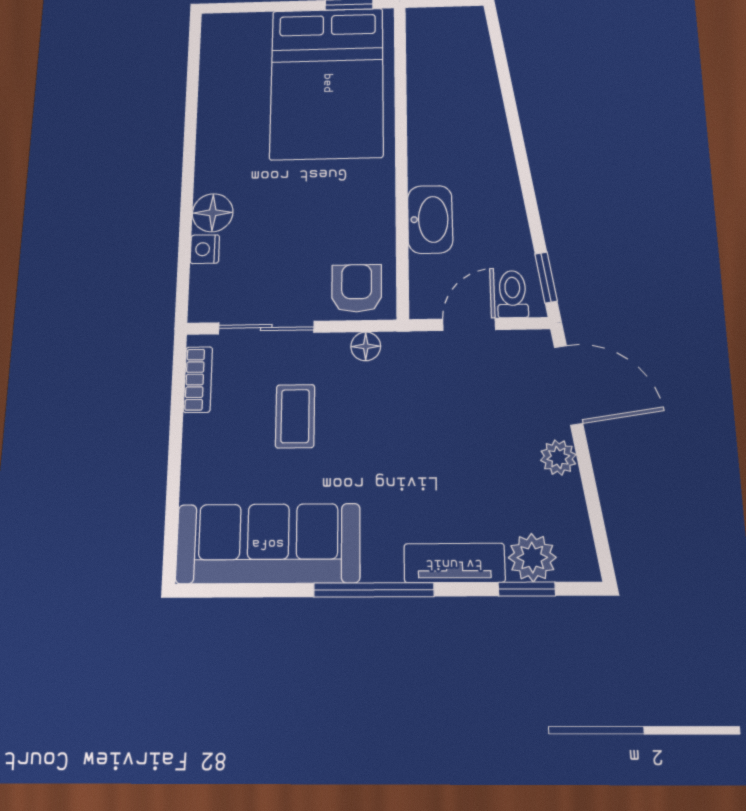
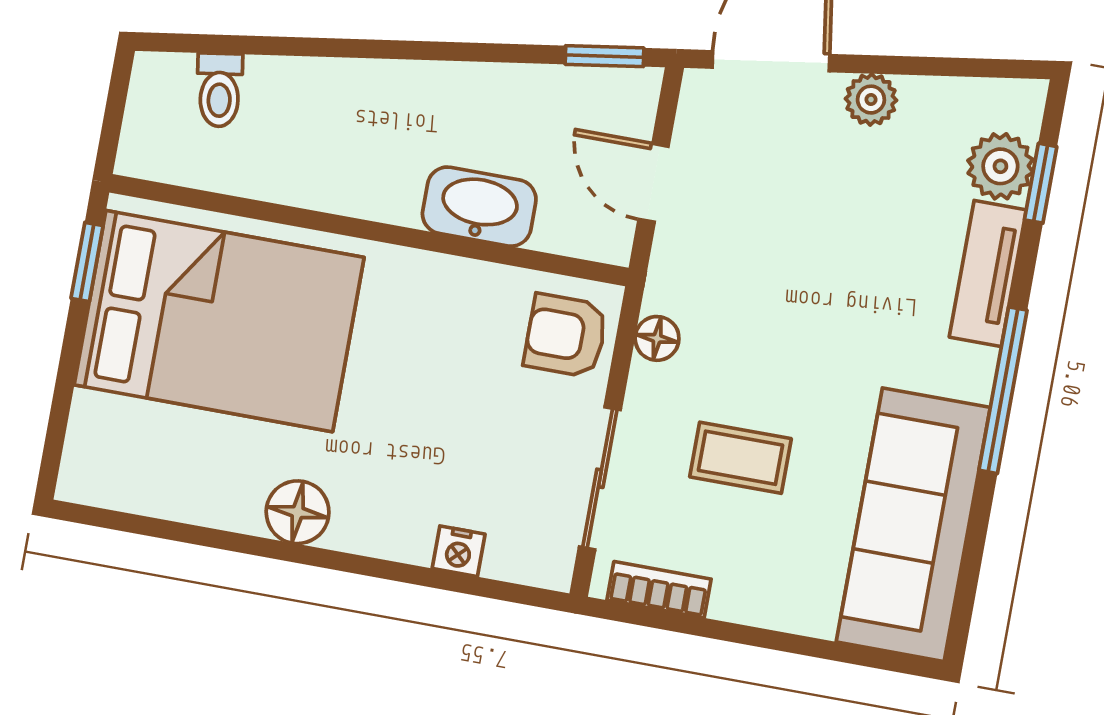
floor lamp: (213, 213) -> (298, 512), moved
toilet: (513, 294) -> (219, 90), moved, turned -99

